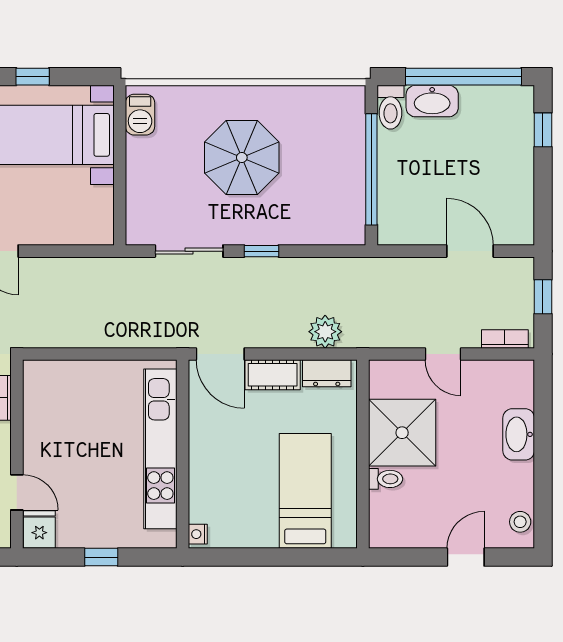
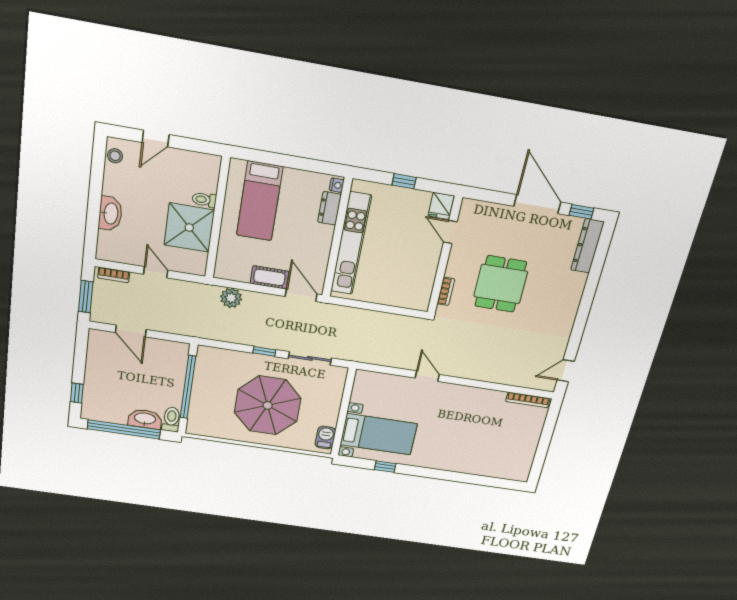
parasol: (242, 157) -> (268, 405), width x1.36, depth x1.36
window: (543, 297) -> (86, 297), width x1.50
dresser: (327, 373) -> (329, 208), moved, turned -90

